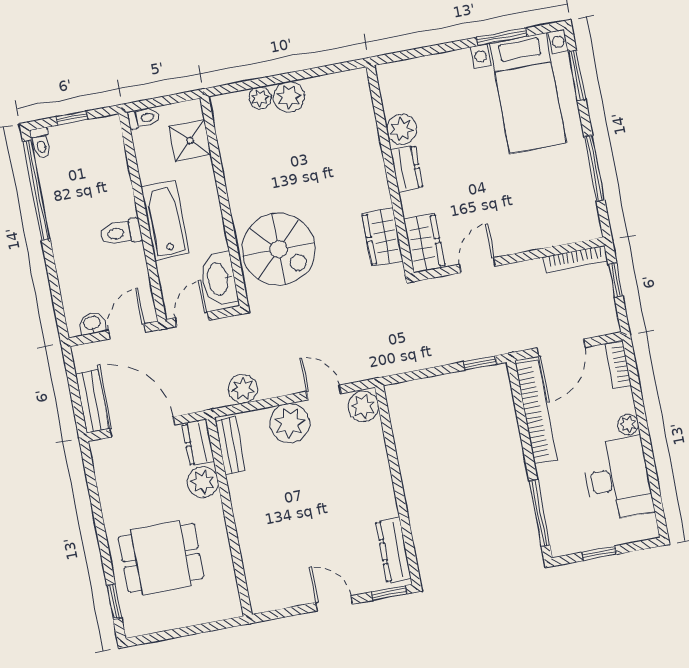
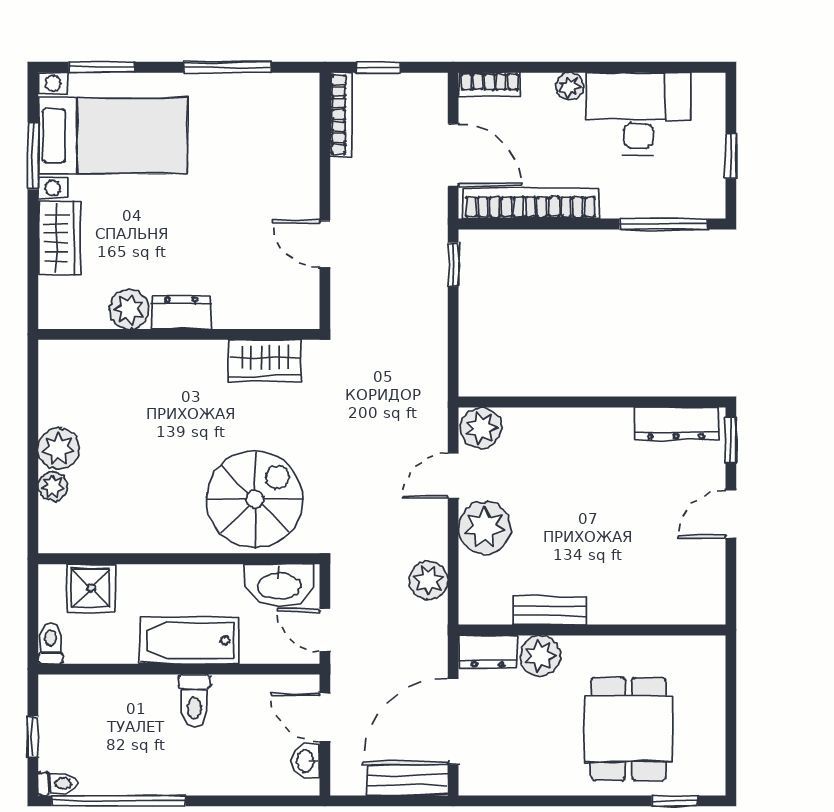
wardrobe: (424, 243) -> (59, 238), moved, turned 90
bench: (230, 446) -> (549, 611), moved

